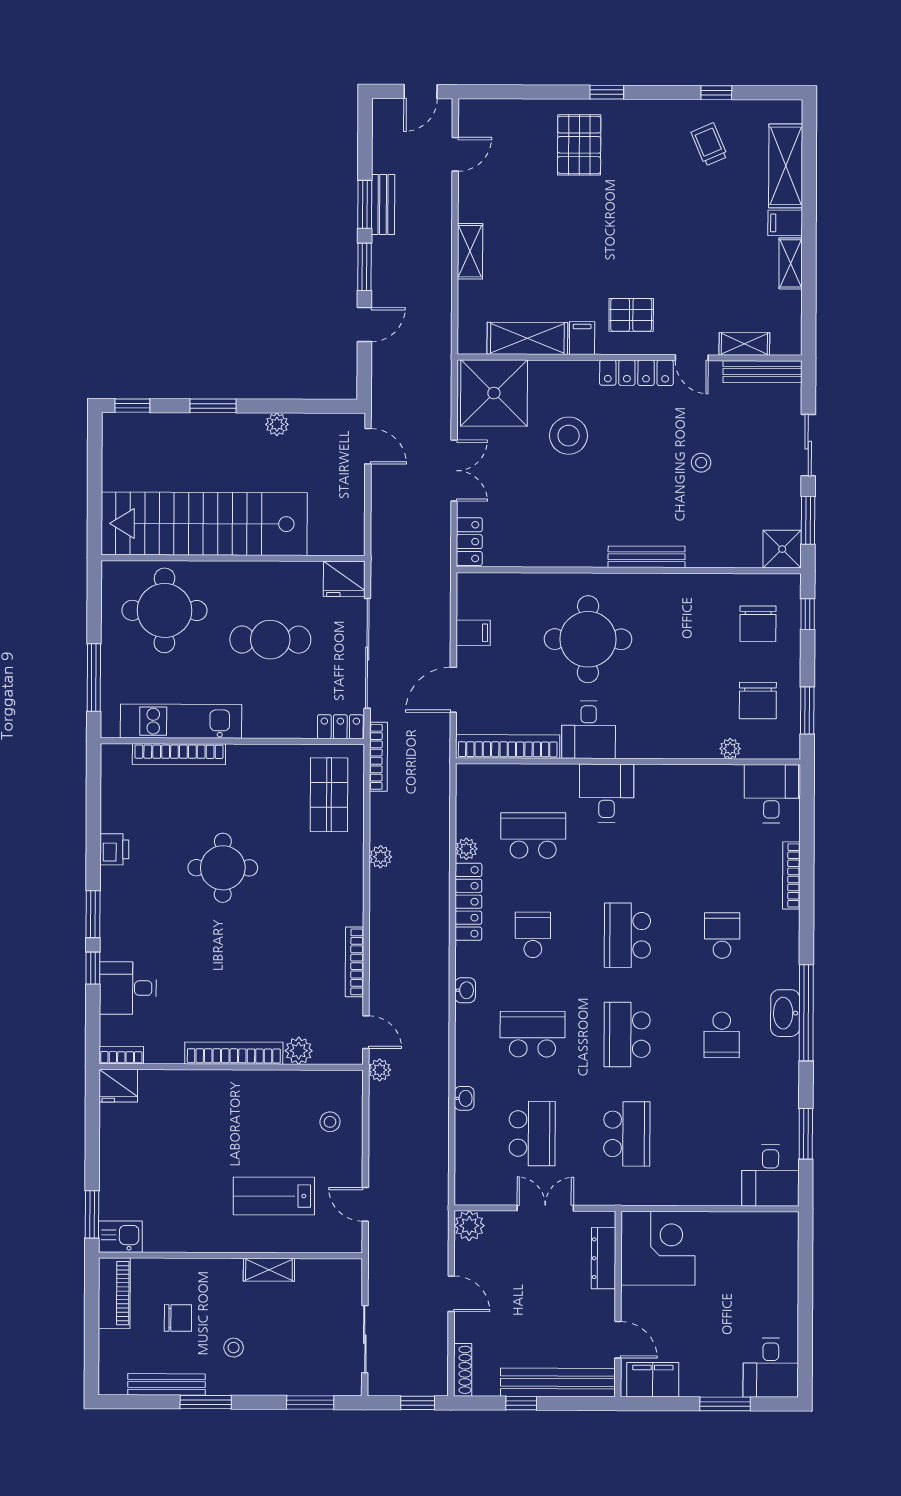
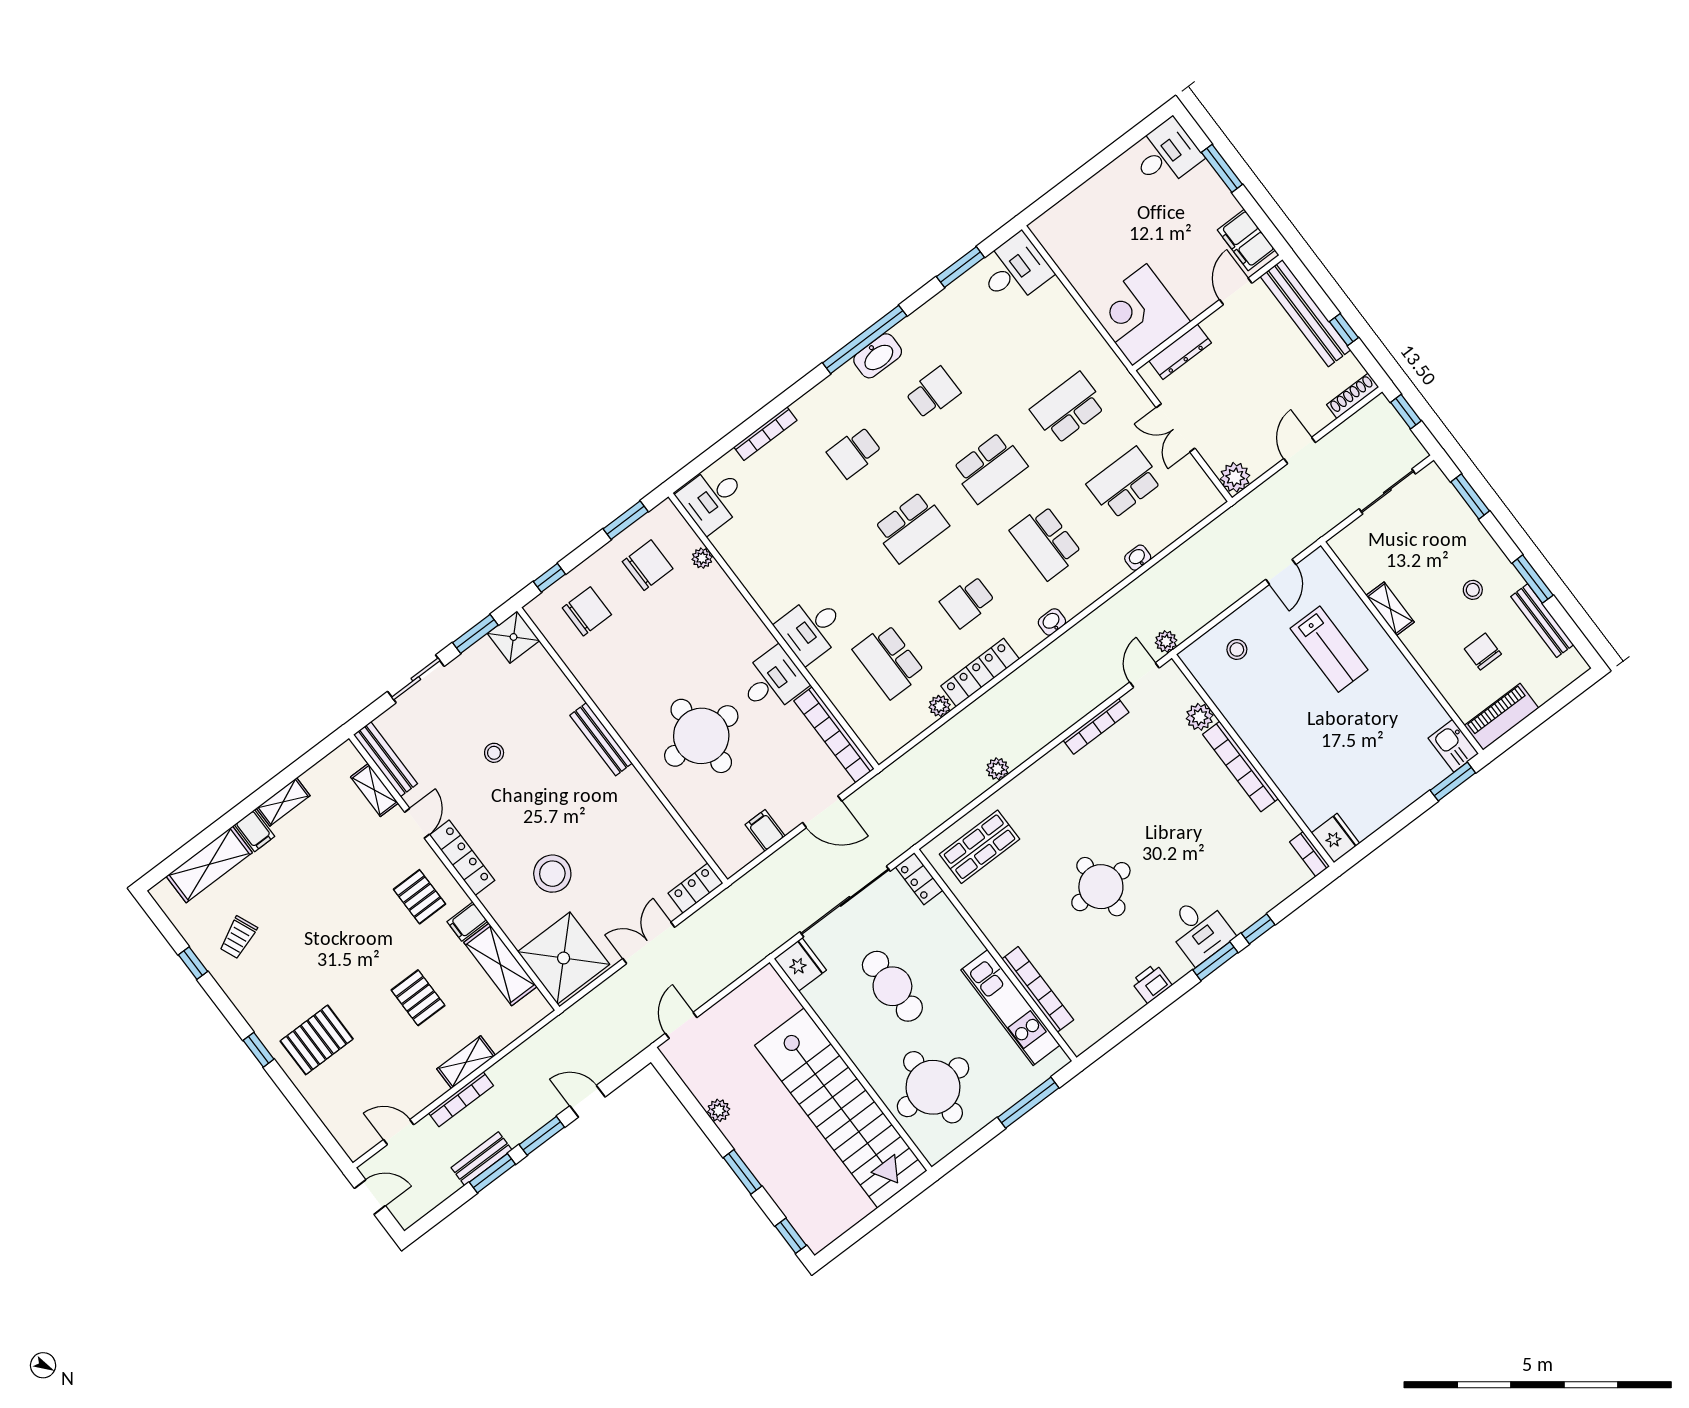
pallet: (551, 252) -> (418, 998), added
bookcase: (378, 757) -> (461, 1099), moved, turned 180
desk: (128, 988) -> (1199, 930), moved

